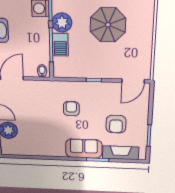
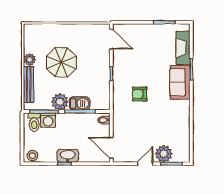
armchair: (116, 124) -> (154, 53), removed

